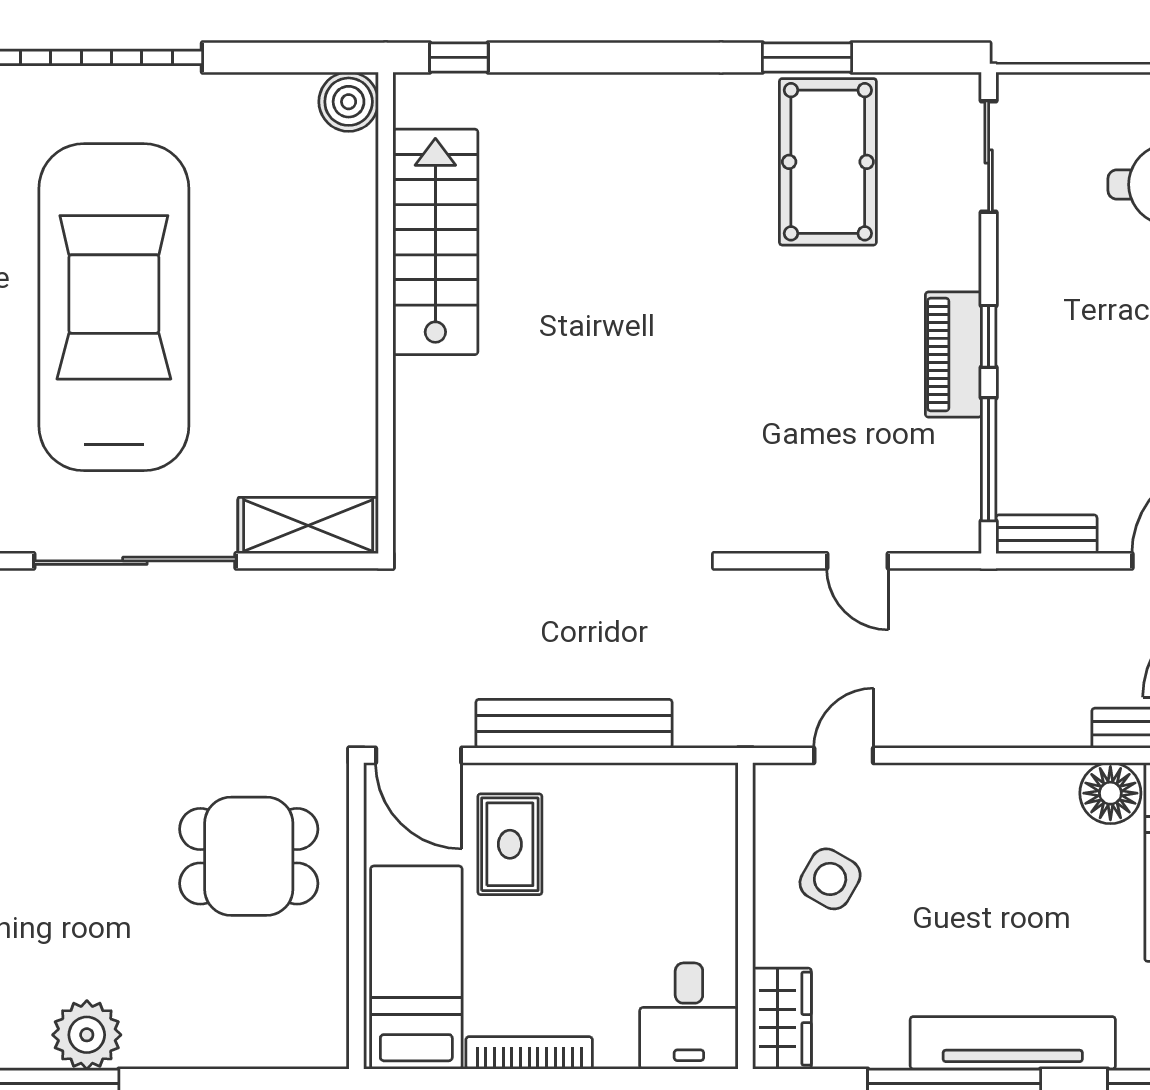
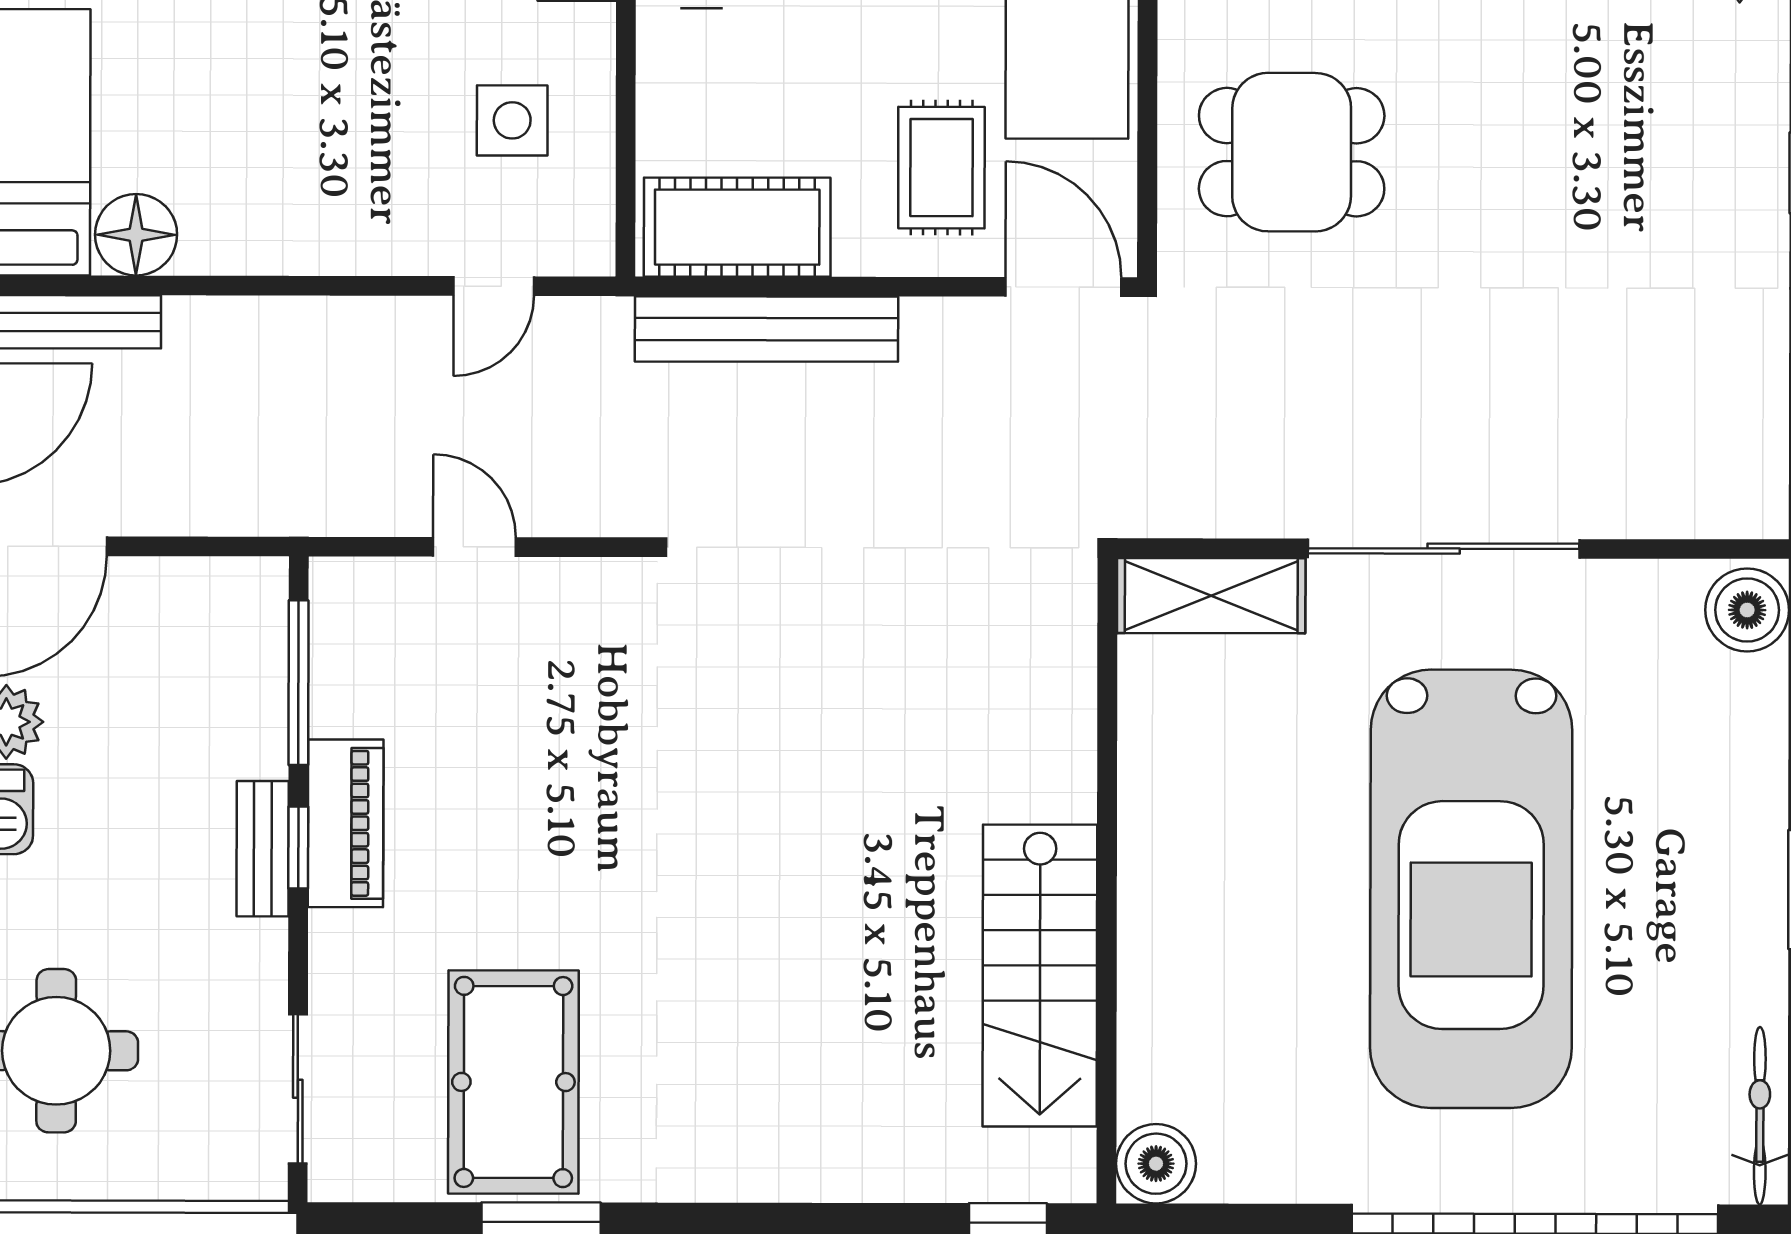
bench: (1046, 534) -> (263, 849), moved, turned 90
bench: (574, 724) -> (766, 329), moved
cot: (662, 800) -> (737, 227), added
side table: (830, 879) -> (512, 120), turned -30

